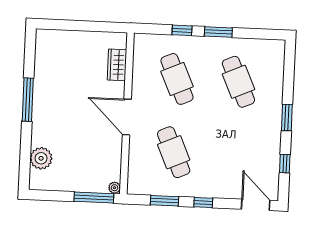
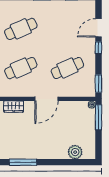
window: (28, 100) -> (23, 162), moved
window: (164, 201) -> (98, 83), moved
door: (256, 205) -> (98, 28), moved

